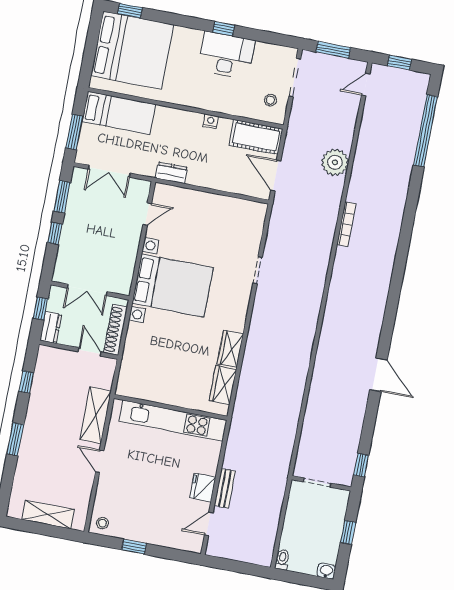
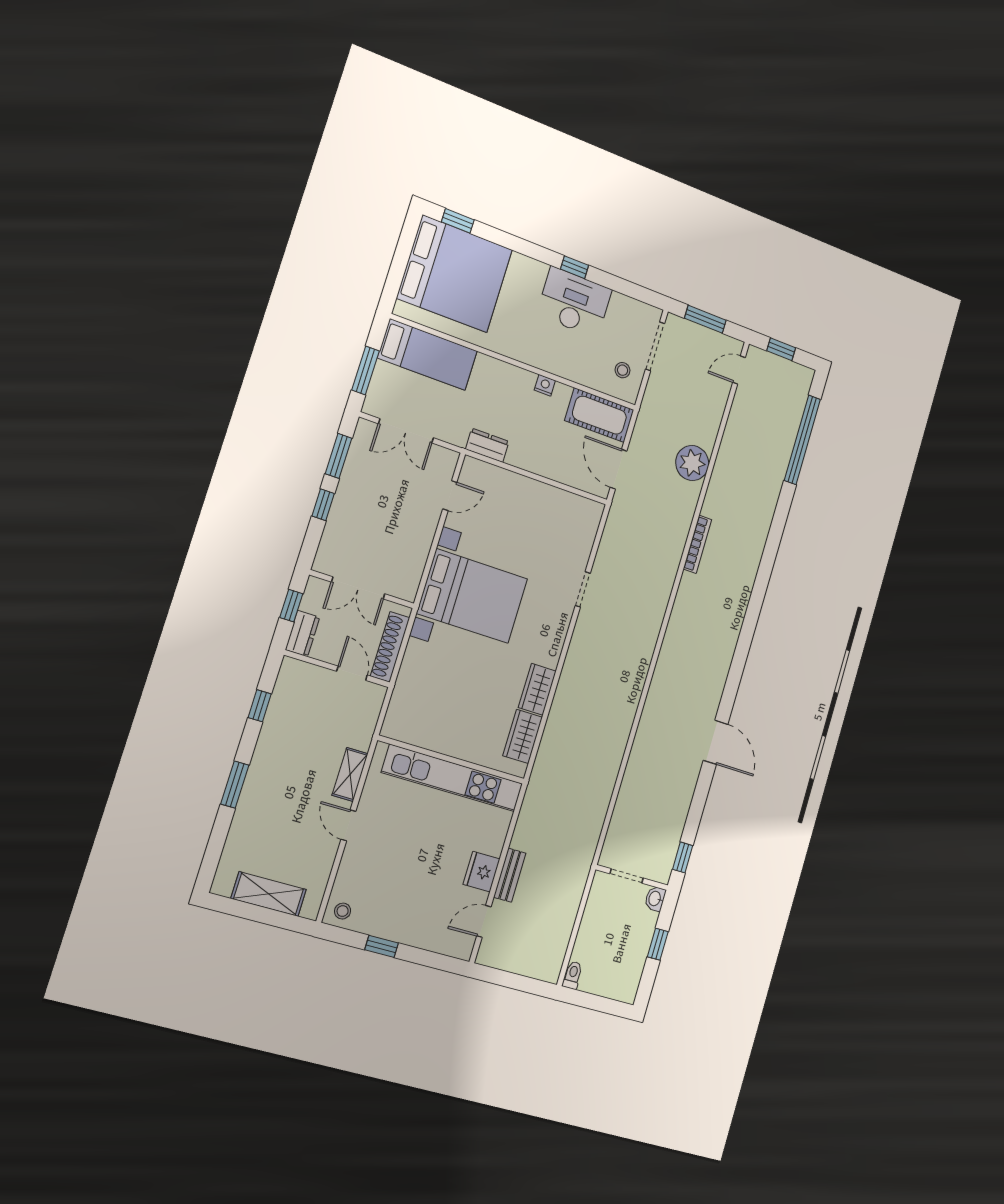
shelving: (96, 415) -> (350, 774), width x0.67, depth x0.75
washbasin: (326, 571) -> (655, 899), moved, turned -90

